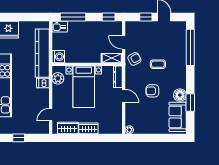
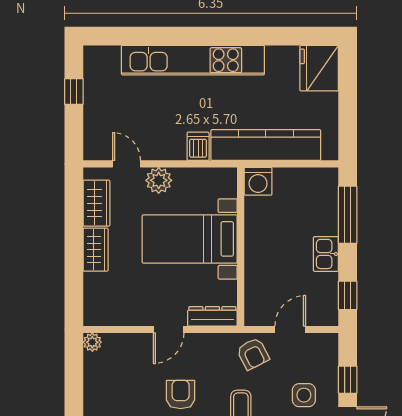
kitchen sink: (60, 27) -> (326, 254), moved
side table: (153, 36) -> (304, 395), added
shelving: (112, 58) -> (255, 302), removed
plant: (58, 78) -> (159, 180), moved

